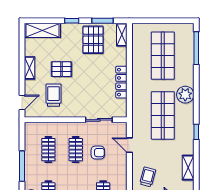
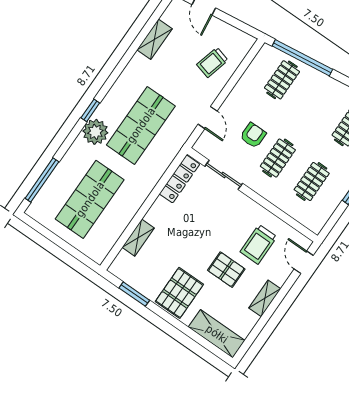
window: (72, 21) -> (172, 320), removed
shelving: (122, 35) -> (138, 238), moved
pallet: (93, 40) -> (179, 293), moved
locker: (121, 82) -> (179, 179), moved
door: (22, 102) -> (304, 262), hinge flipped
window: (196, 132) -> (90, 110), moved
armchair: (98, 153) -> (253, 135), turned 90

